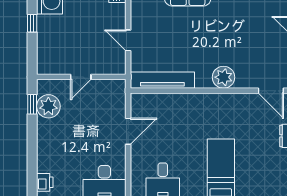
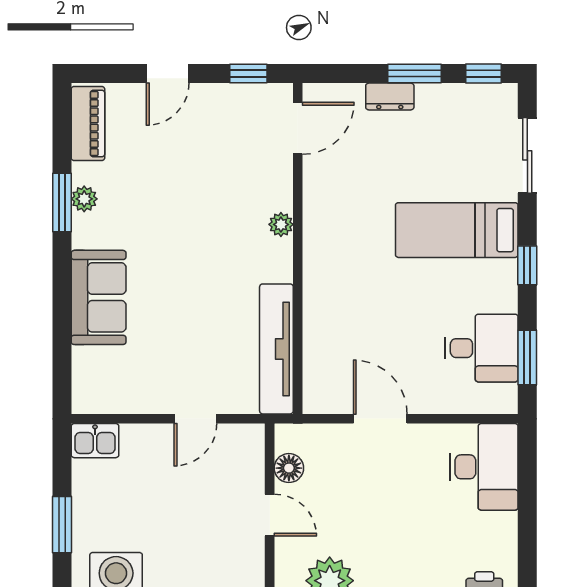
plant: (224, 77) -> (281, 224), width x0.53, depth x0.53
floor lamp: (104, 86) -> (289, 468), added

